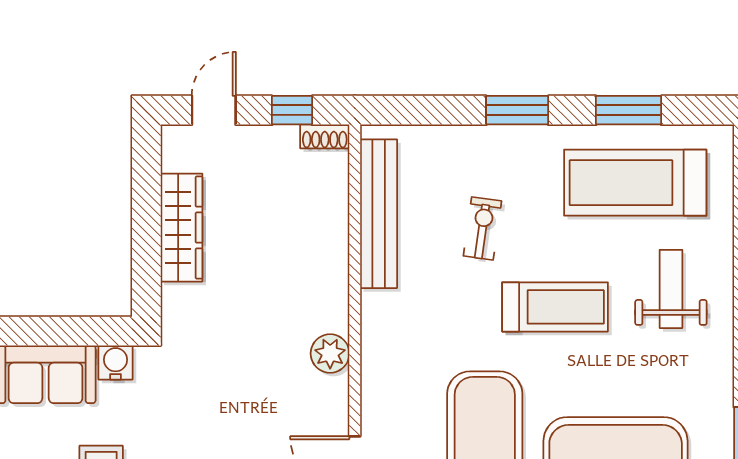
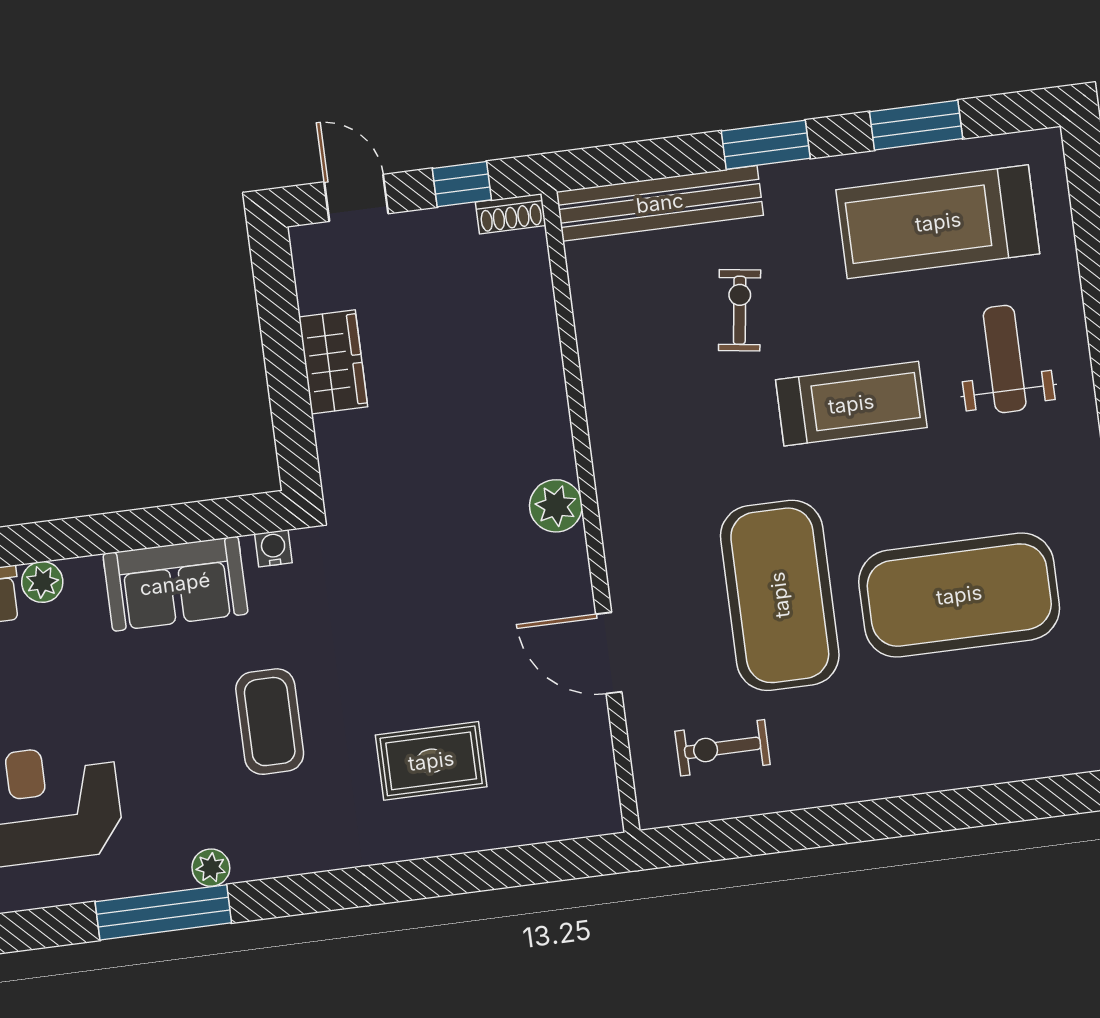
door: (214, 110) -> (356, 198), hinge flipped
bench: (379, 214) -> (660, 203), moved, turned 90
wardrobe: (181, 228) -> (333, 362), width x0.67
water cooler: (116, 362) -> (273, 548), width x0.72, depth x0.72

